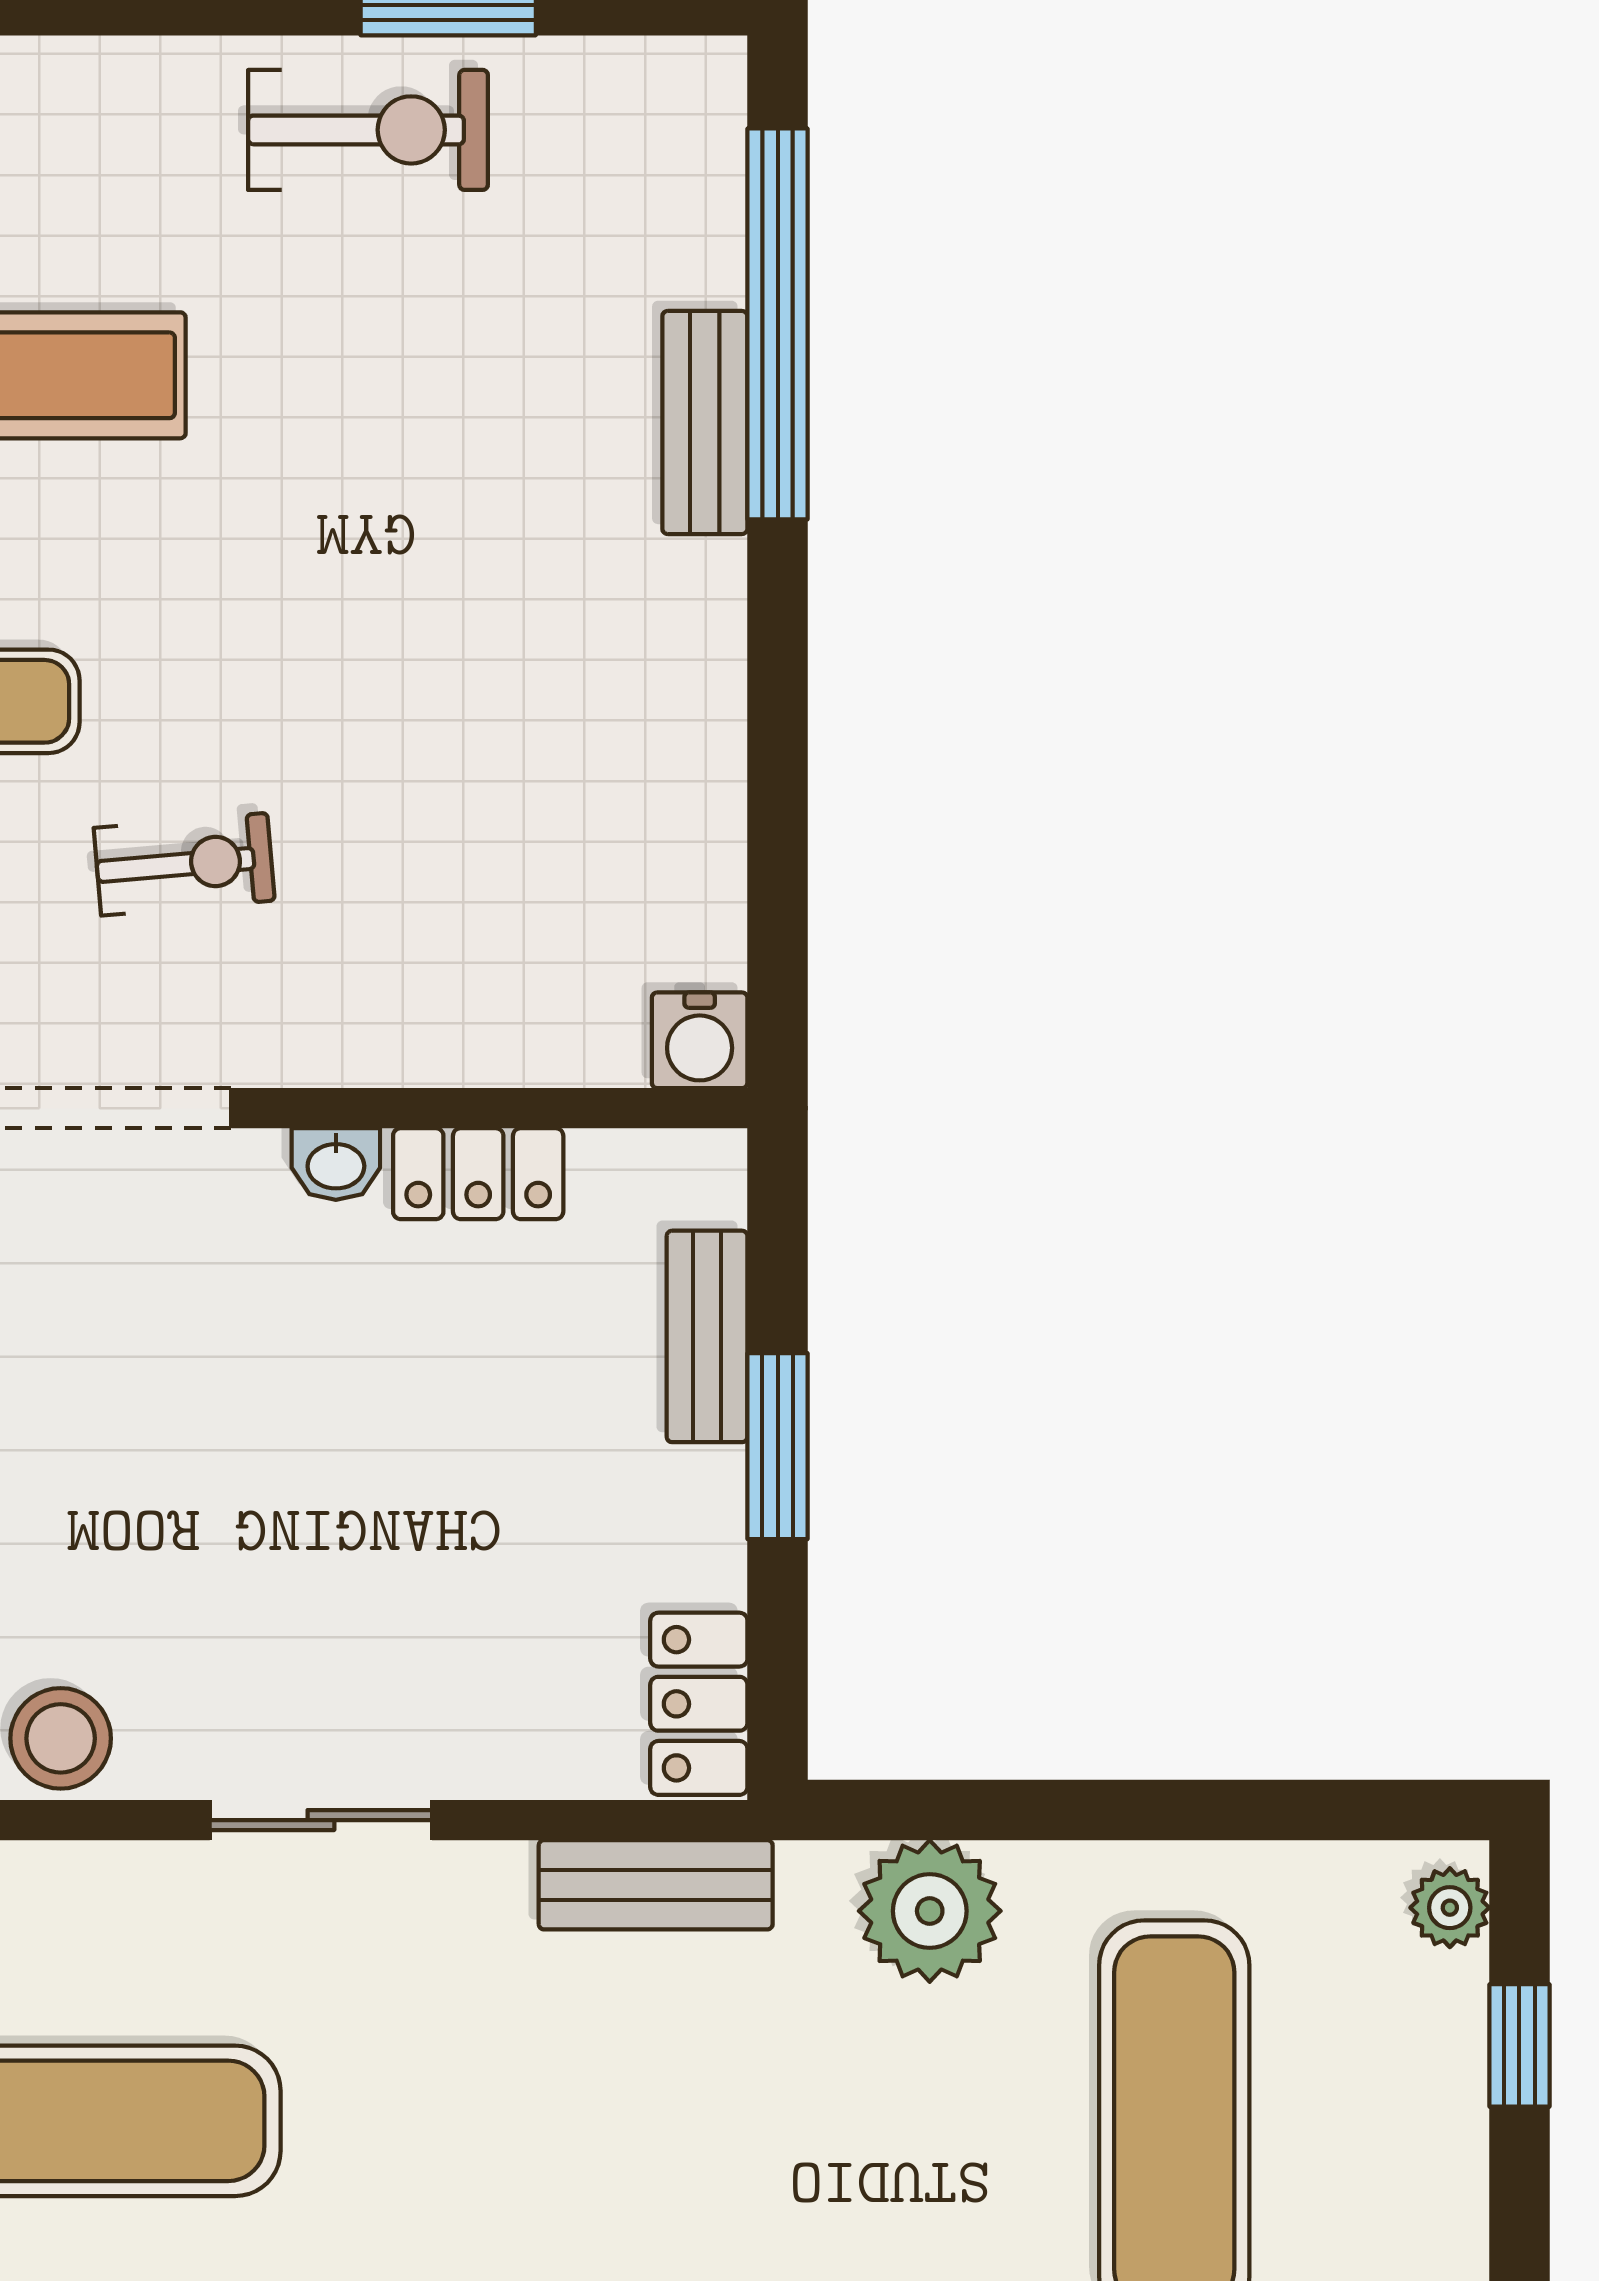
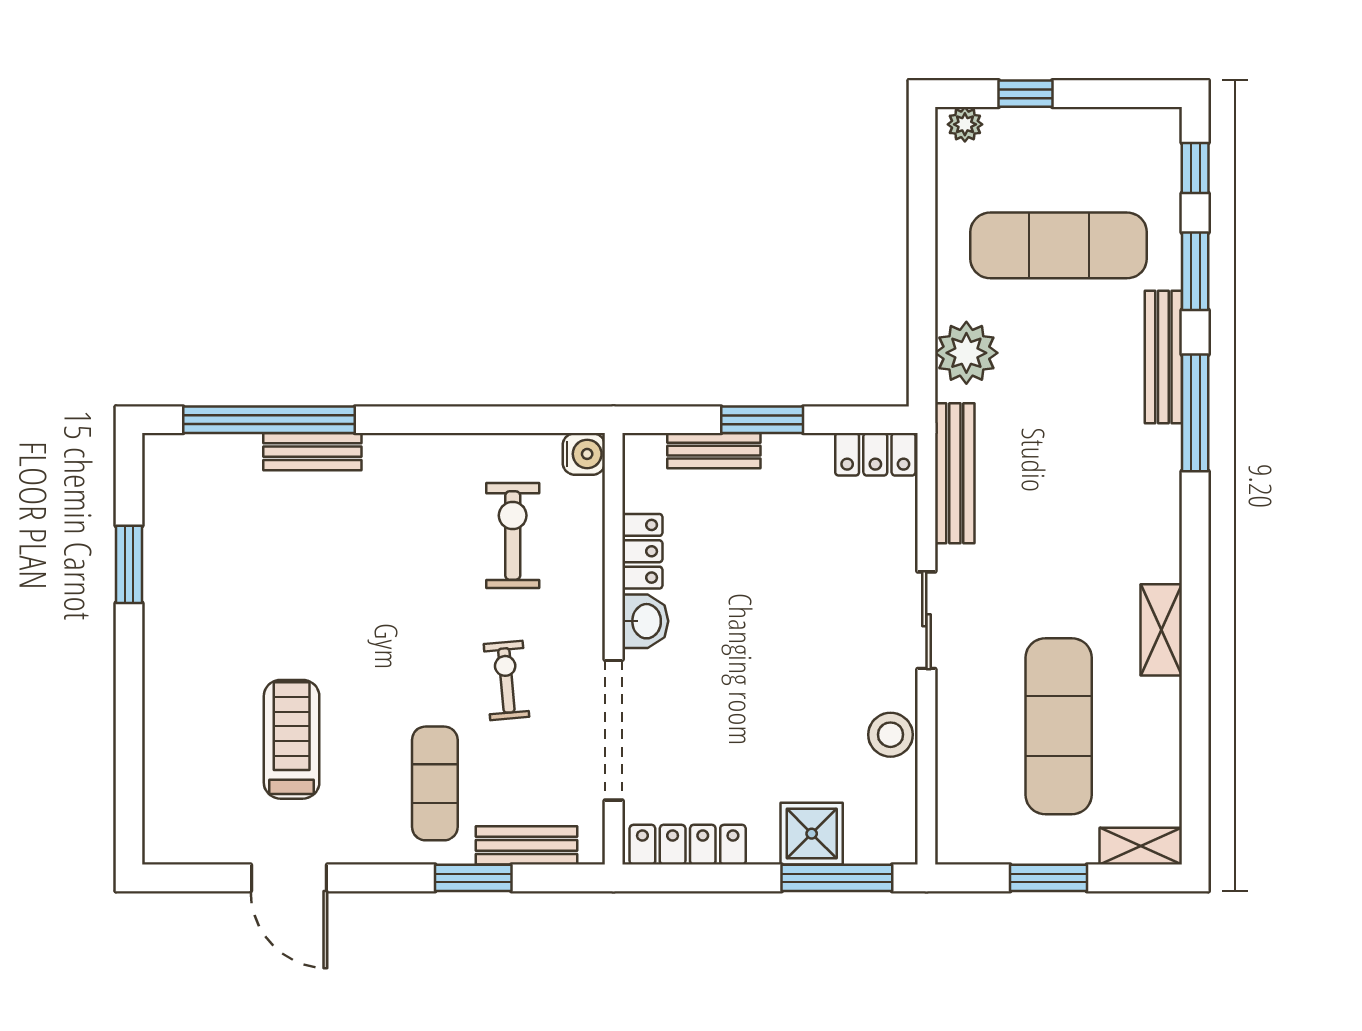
exercise bike: (368, 130) -> (513, 536), moved
washbasin: (336, 1164) -> (645, 621), width x1.38, depth x1.45
bench: (656, 1885) -> (955, 473), width x1.36

